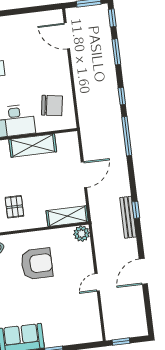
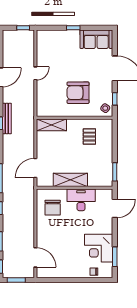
chair: (52, 106) -> (53, 208), turned -99
door: (84, 175) -> (35, 168), moved
plant: (82, 234) -> (42, 111), removed

